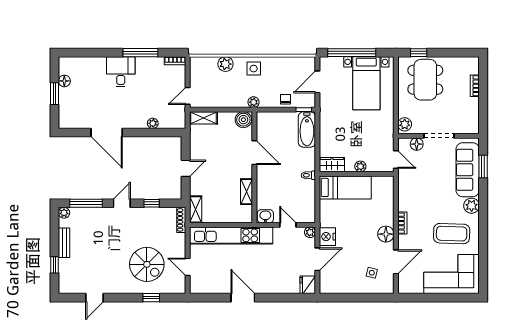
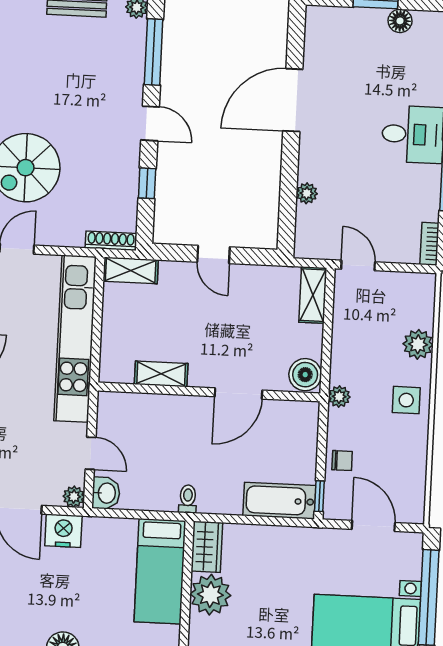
plant: (360, 166) -> (210, 595), width x1.87, depth x1.87
washbasin: (265, 216) -> (106, 493), moved
door: (288, 225) -> (91, 453), hinge flipped

